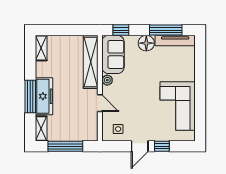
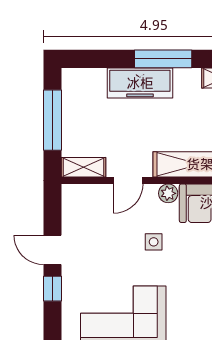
window: (30, 97) -> (163, 59), moved
shelving: (41, 129) -> (84, 167), moved
side table: (118, 129) -> (154, 242), moved

